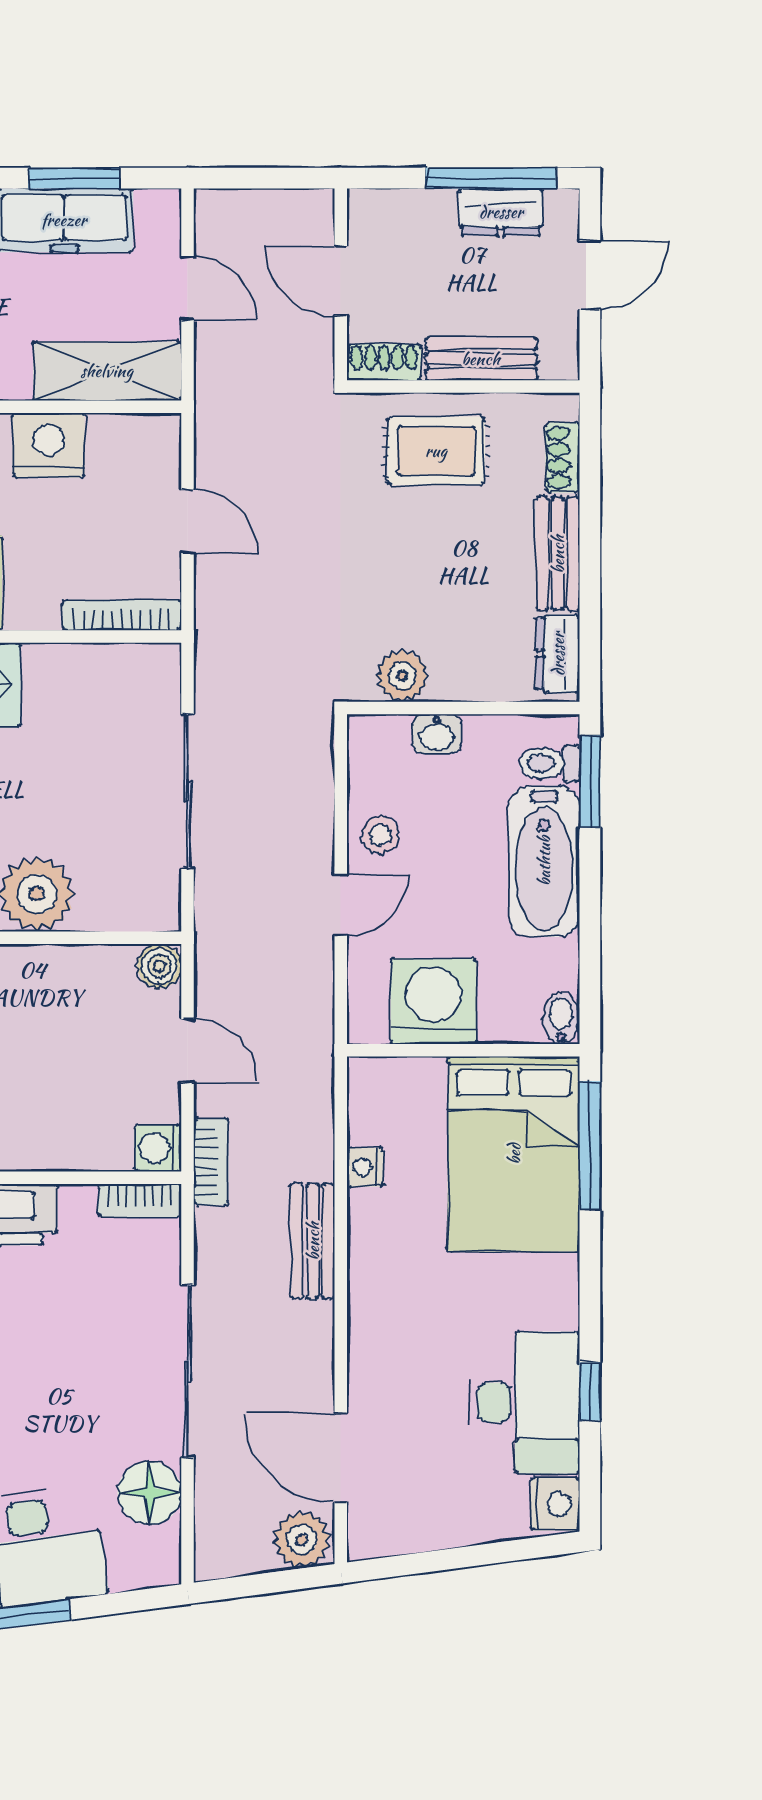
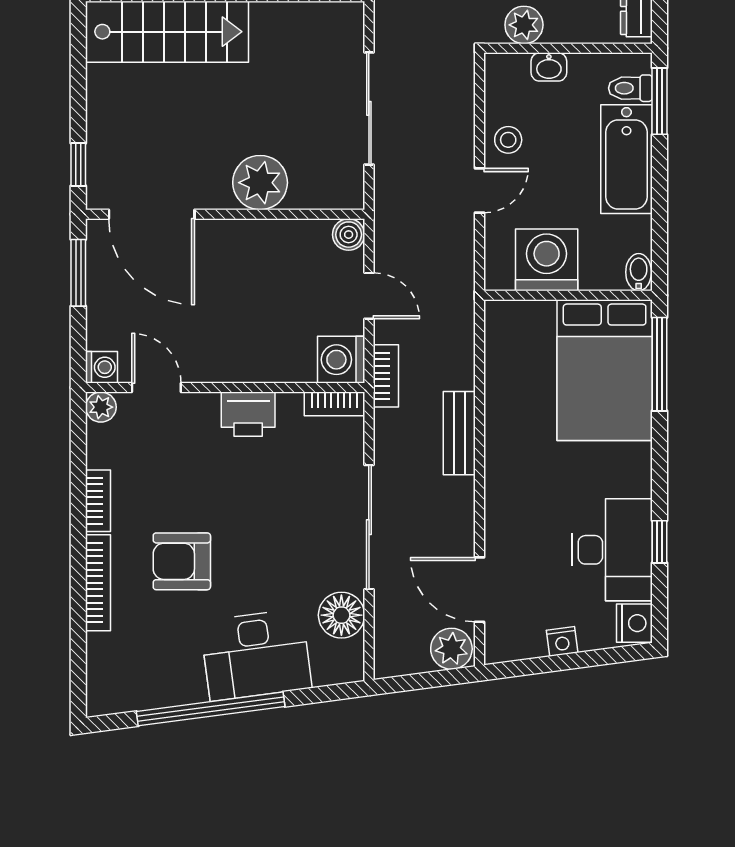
washing machine: (158, 1148) -> (341, 360), width x1.38, depth x1.38
nightstand: (365, 1167) -> (562, 641), moved, turned -98

